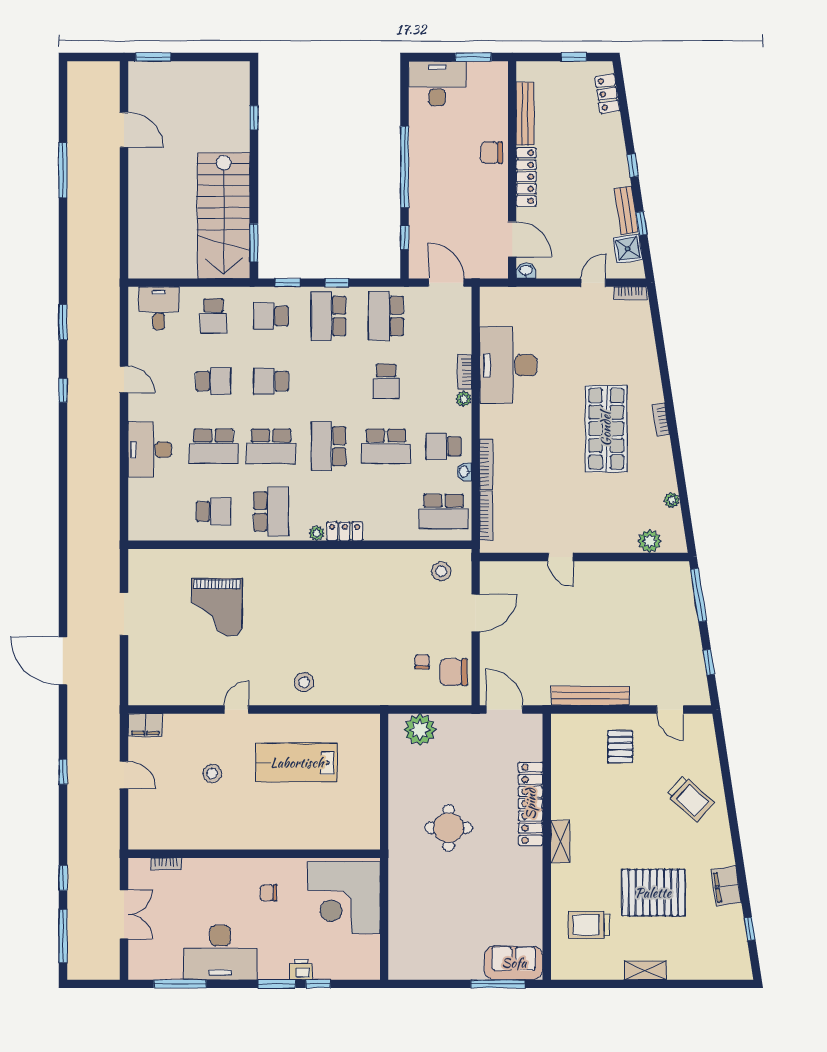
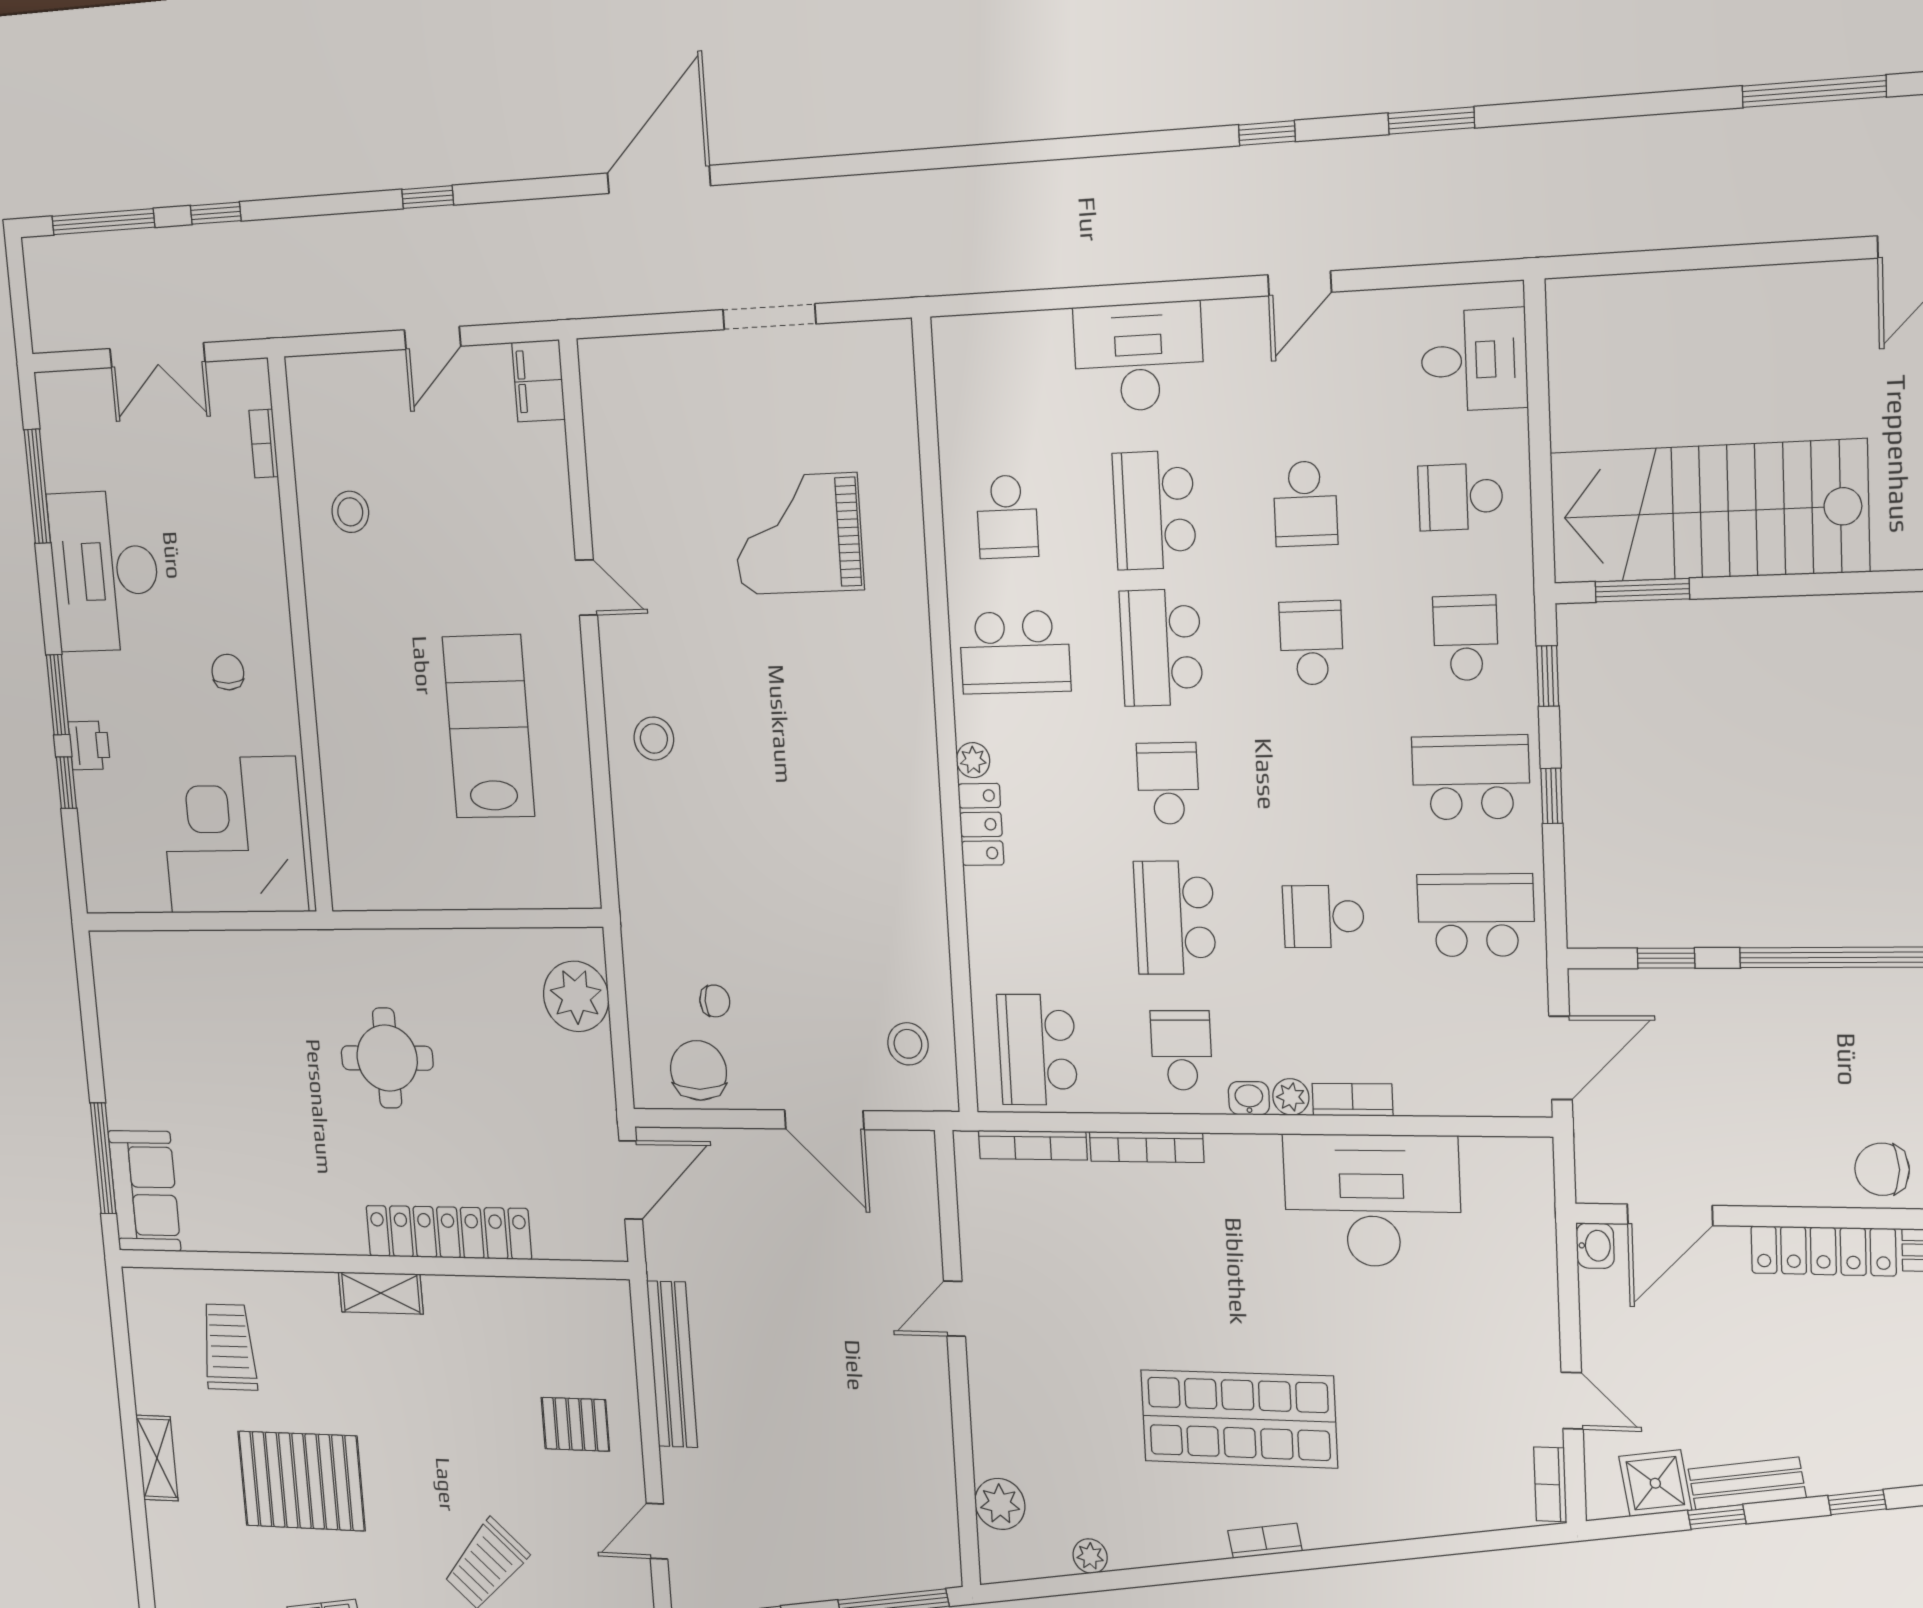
chair: (492, 153) -> (1882, 1169), turned -90
school desk: (329, 446) -> (1168, 783), width x0.54
washbasin: (464, 472) -> (1249, 1098), moved
stool: (212, 774) -> (350, 512), moved
pallet: (653, 893) -> (301, 1481), turned 90

